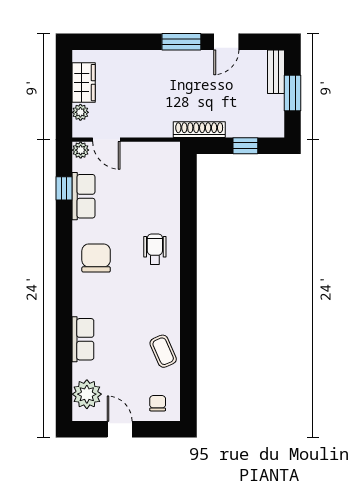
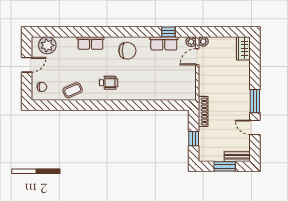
wardrobe: (84, 83) -> (243, 48), moved, turned 90
plant: (80, 112) -> (203, 42), moved
wheelchair: (155, 249) -> (109, 83), moved
row of seats: (83, 339) -> (90, 43), moved

